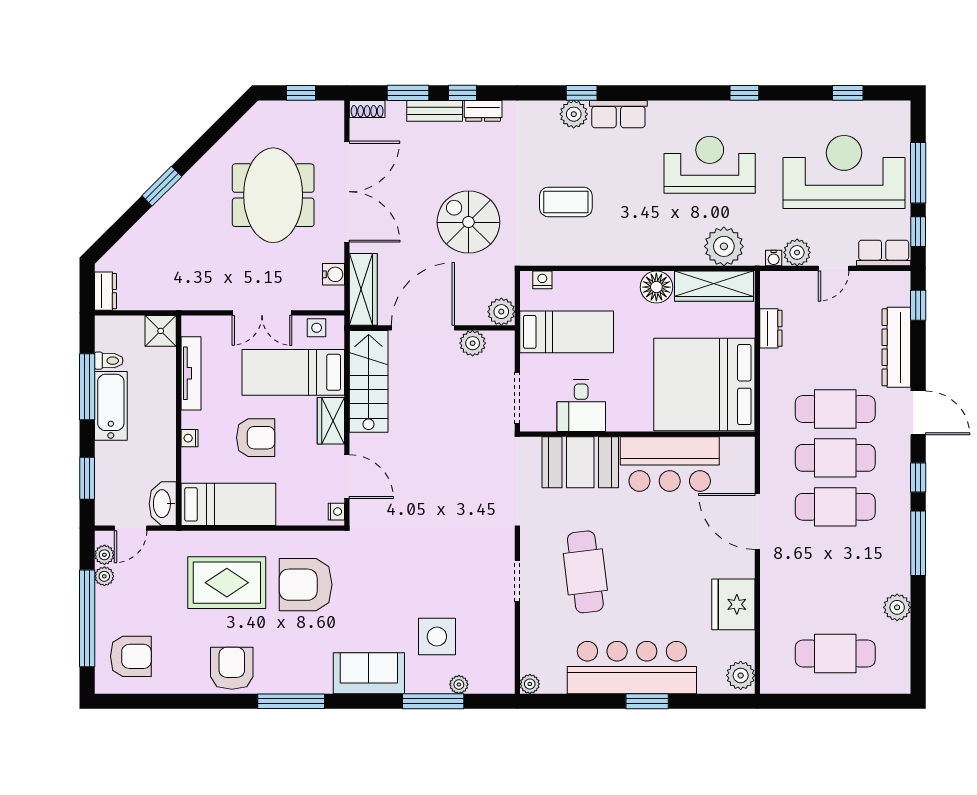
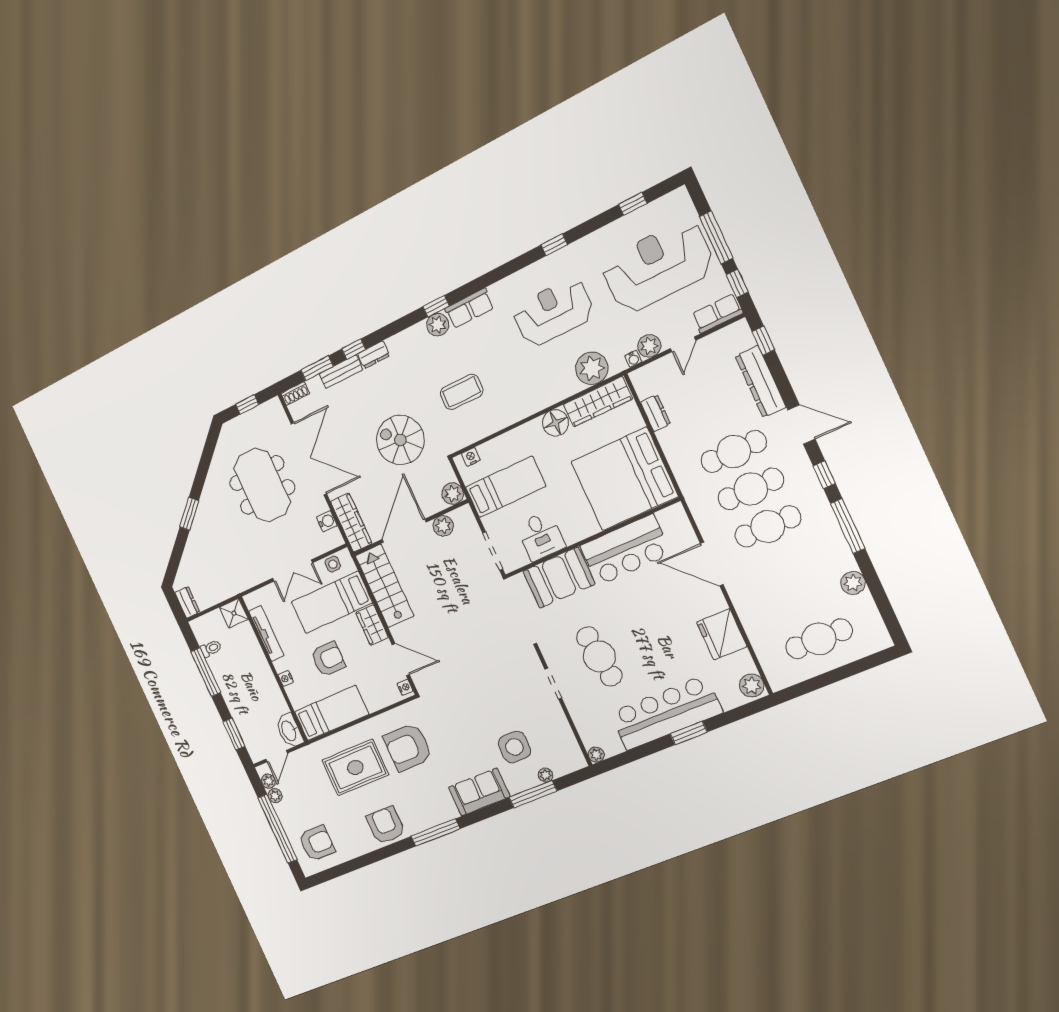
bathtub: (111, 406) -> (226, 678), removed

